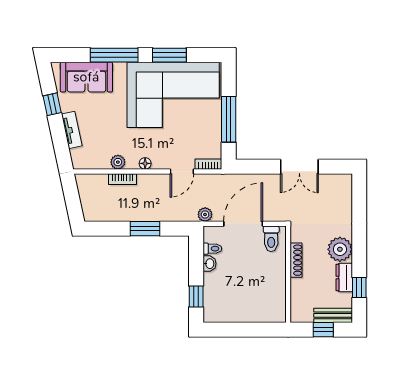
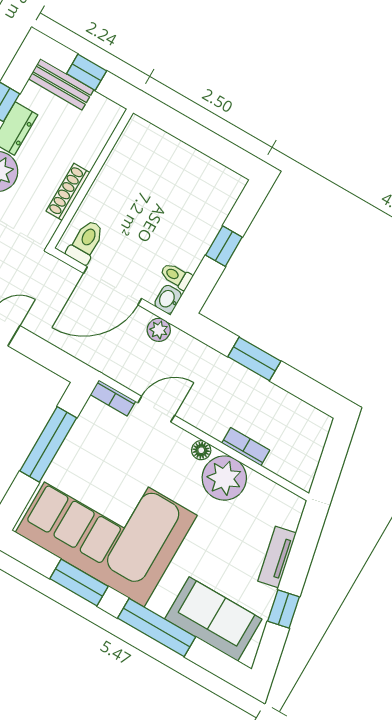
plant: (118, 162) -> (224, 478), width x1.88, depth x1.88
washbasin: (209, 264) -> (168, 299), moved
window: (196, 296) -> (224, 246), moved

